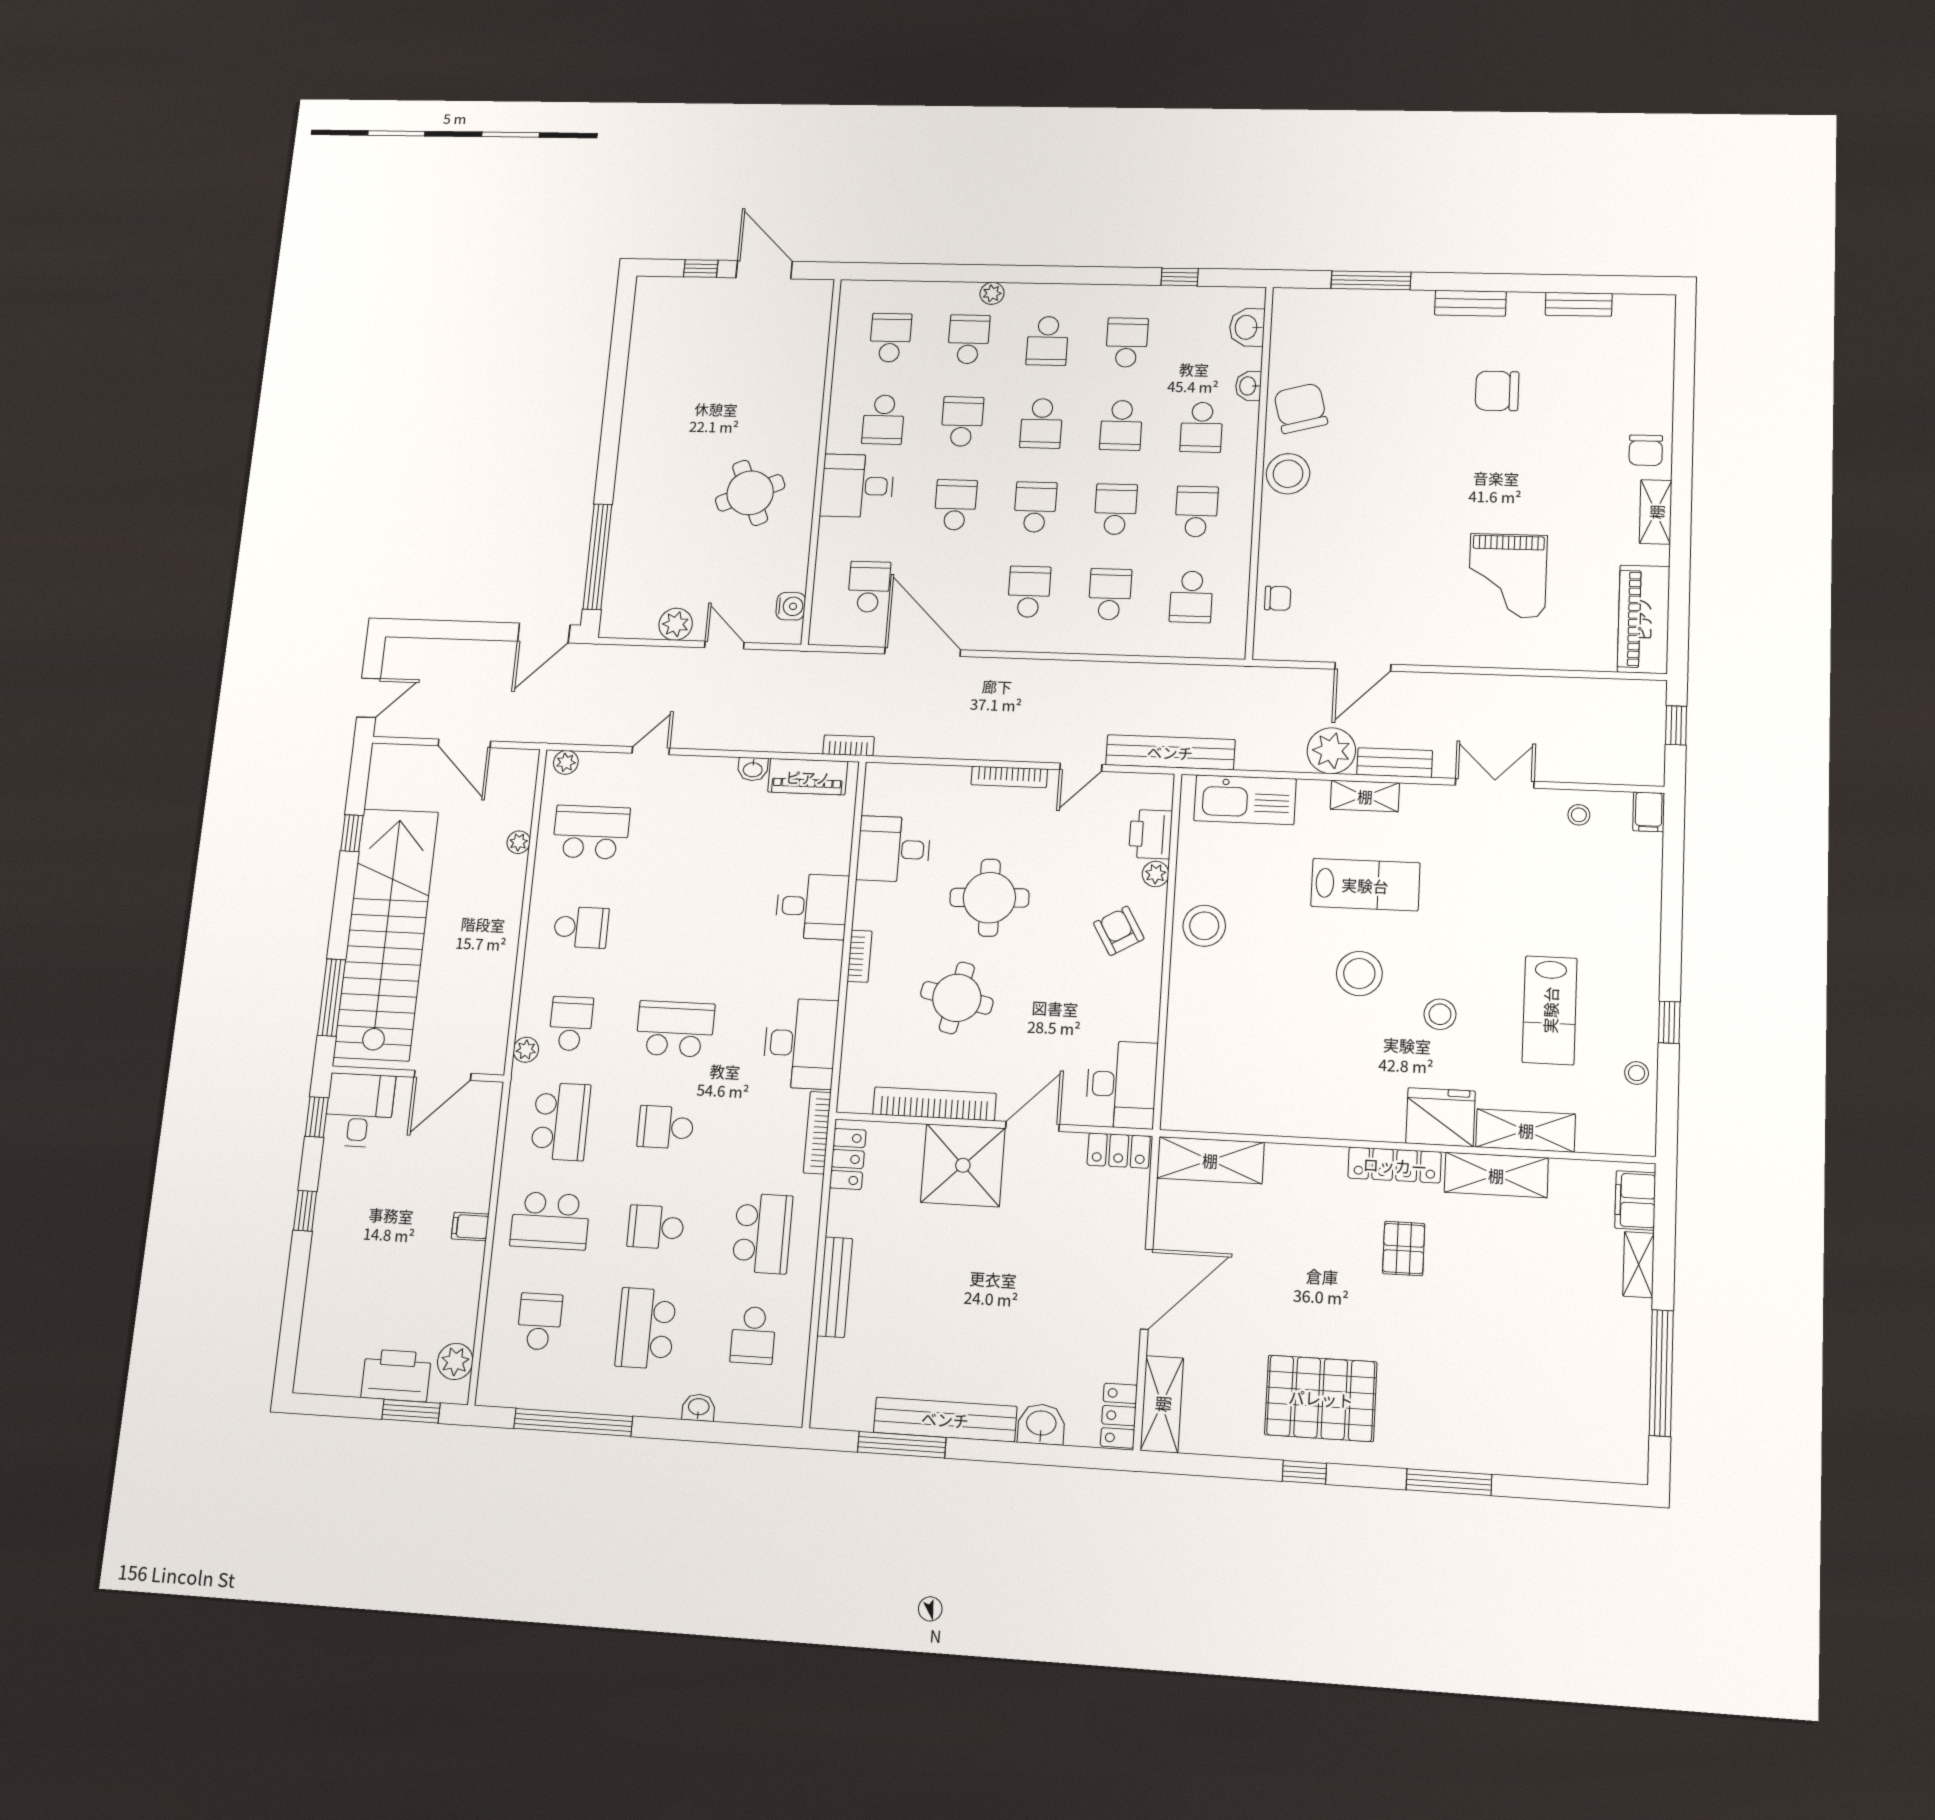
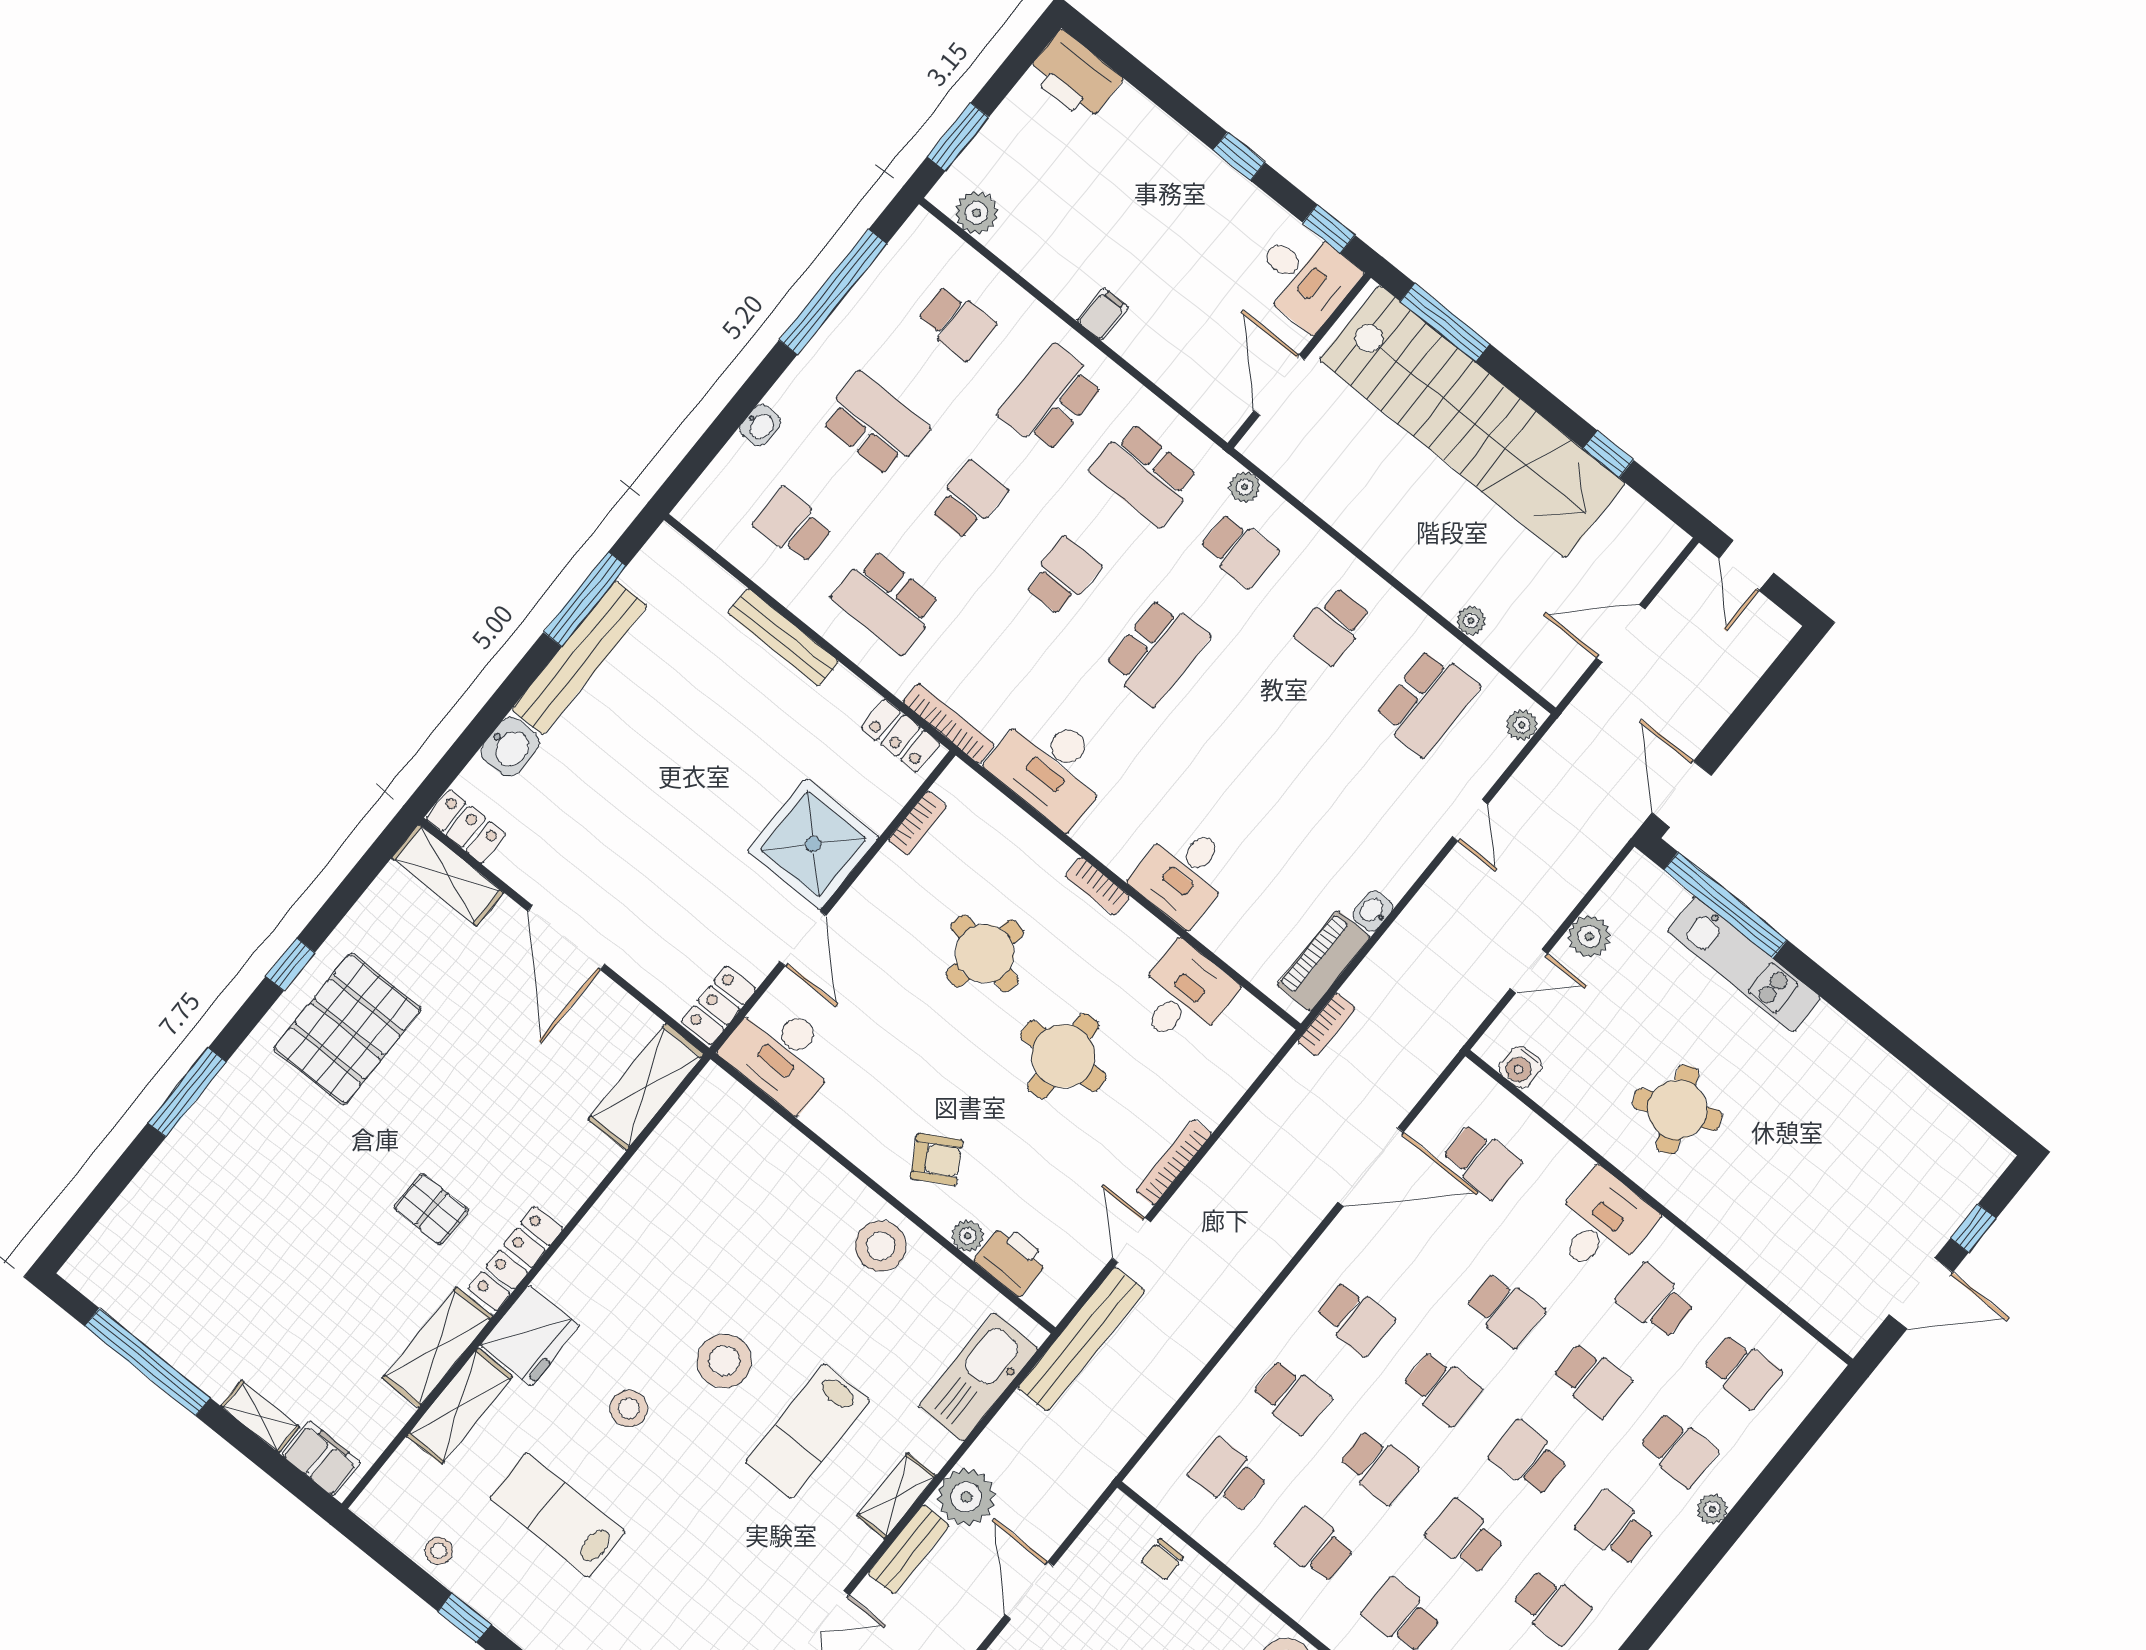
school desk: (1196, 511) -> (1315, 1545), turned 180
kitchen unit: (628, 519) -> (1744, 964), added
bookcase: (934, 1104) -> (917, 823), width x0.43, depth x0.76
printer: (396, 1375) -> (1074, 76), moved, turned 90

